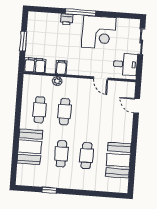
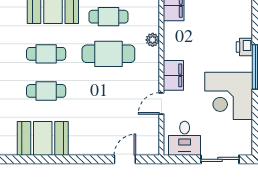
filing cabinet: (61, 67) -> (173, 75), moved, width x2.00
cafe table: (65, 112) -> (108, 54), width x1.37, depth x1.35

